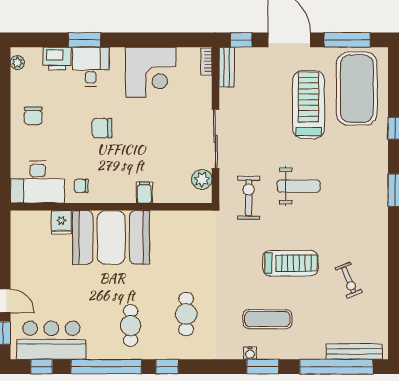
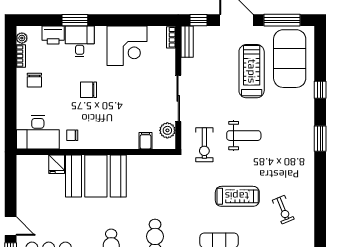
bookcase: (16, 85) -> (21, 56), added
filing cabinet: (144, 193) -> (146, 141), moved
exercise bike: (249, 198) -> (204, 145), turned 180

